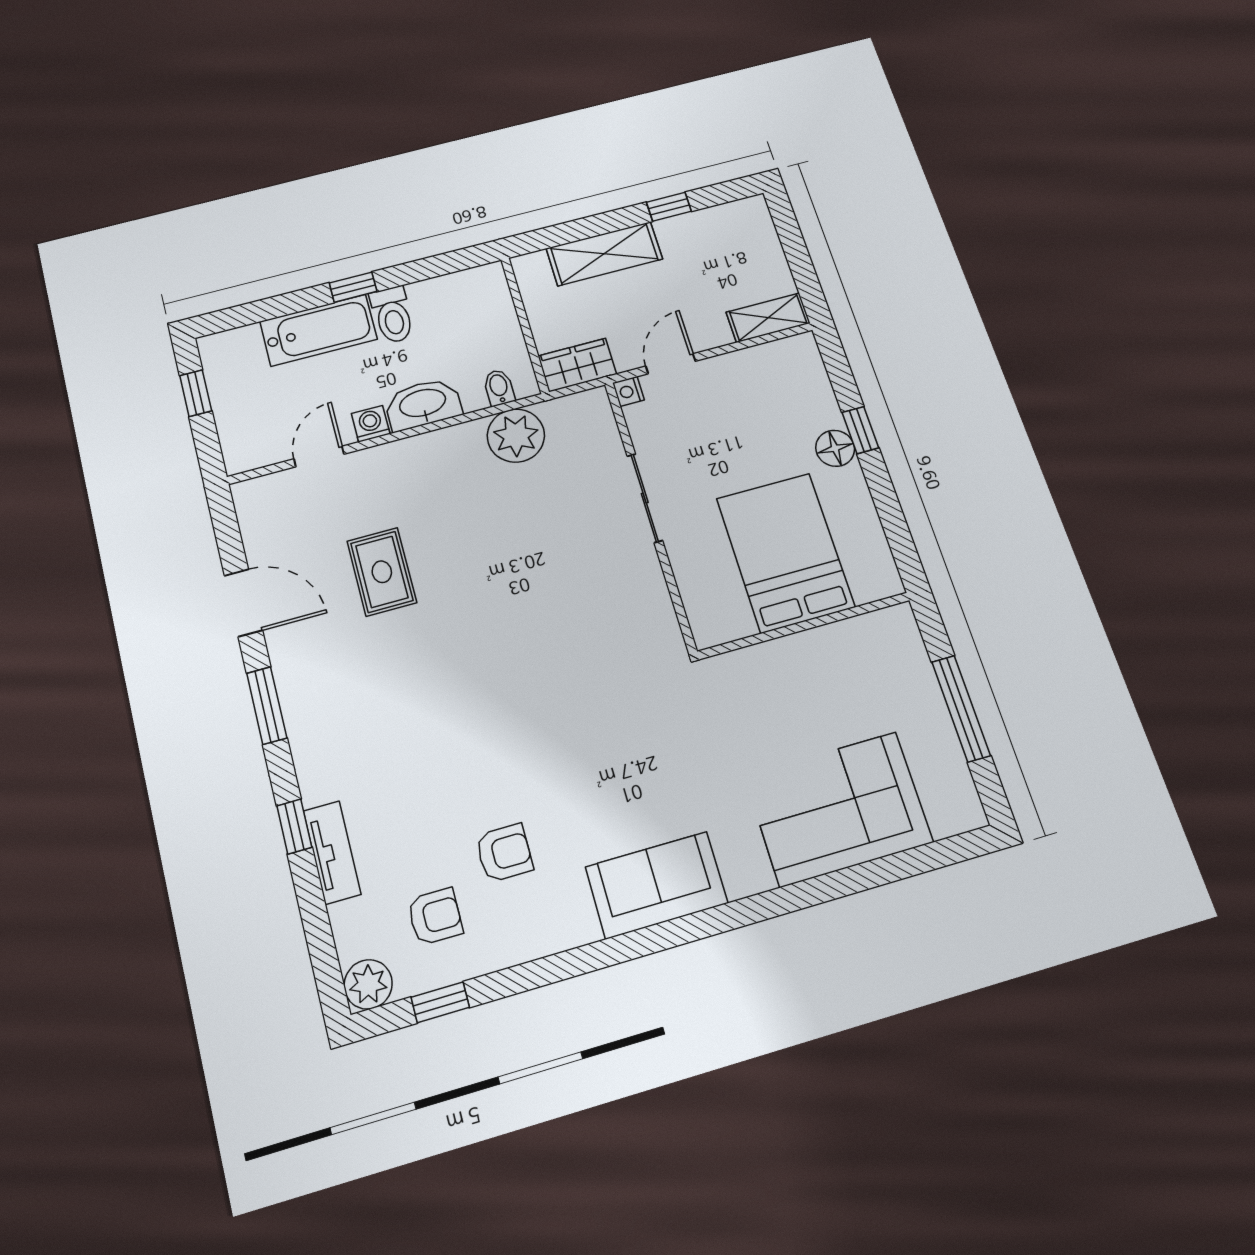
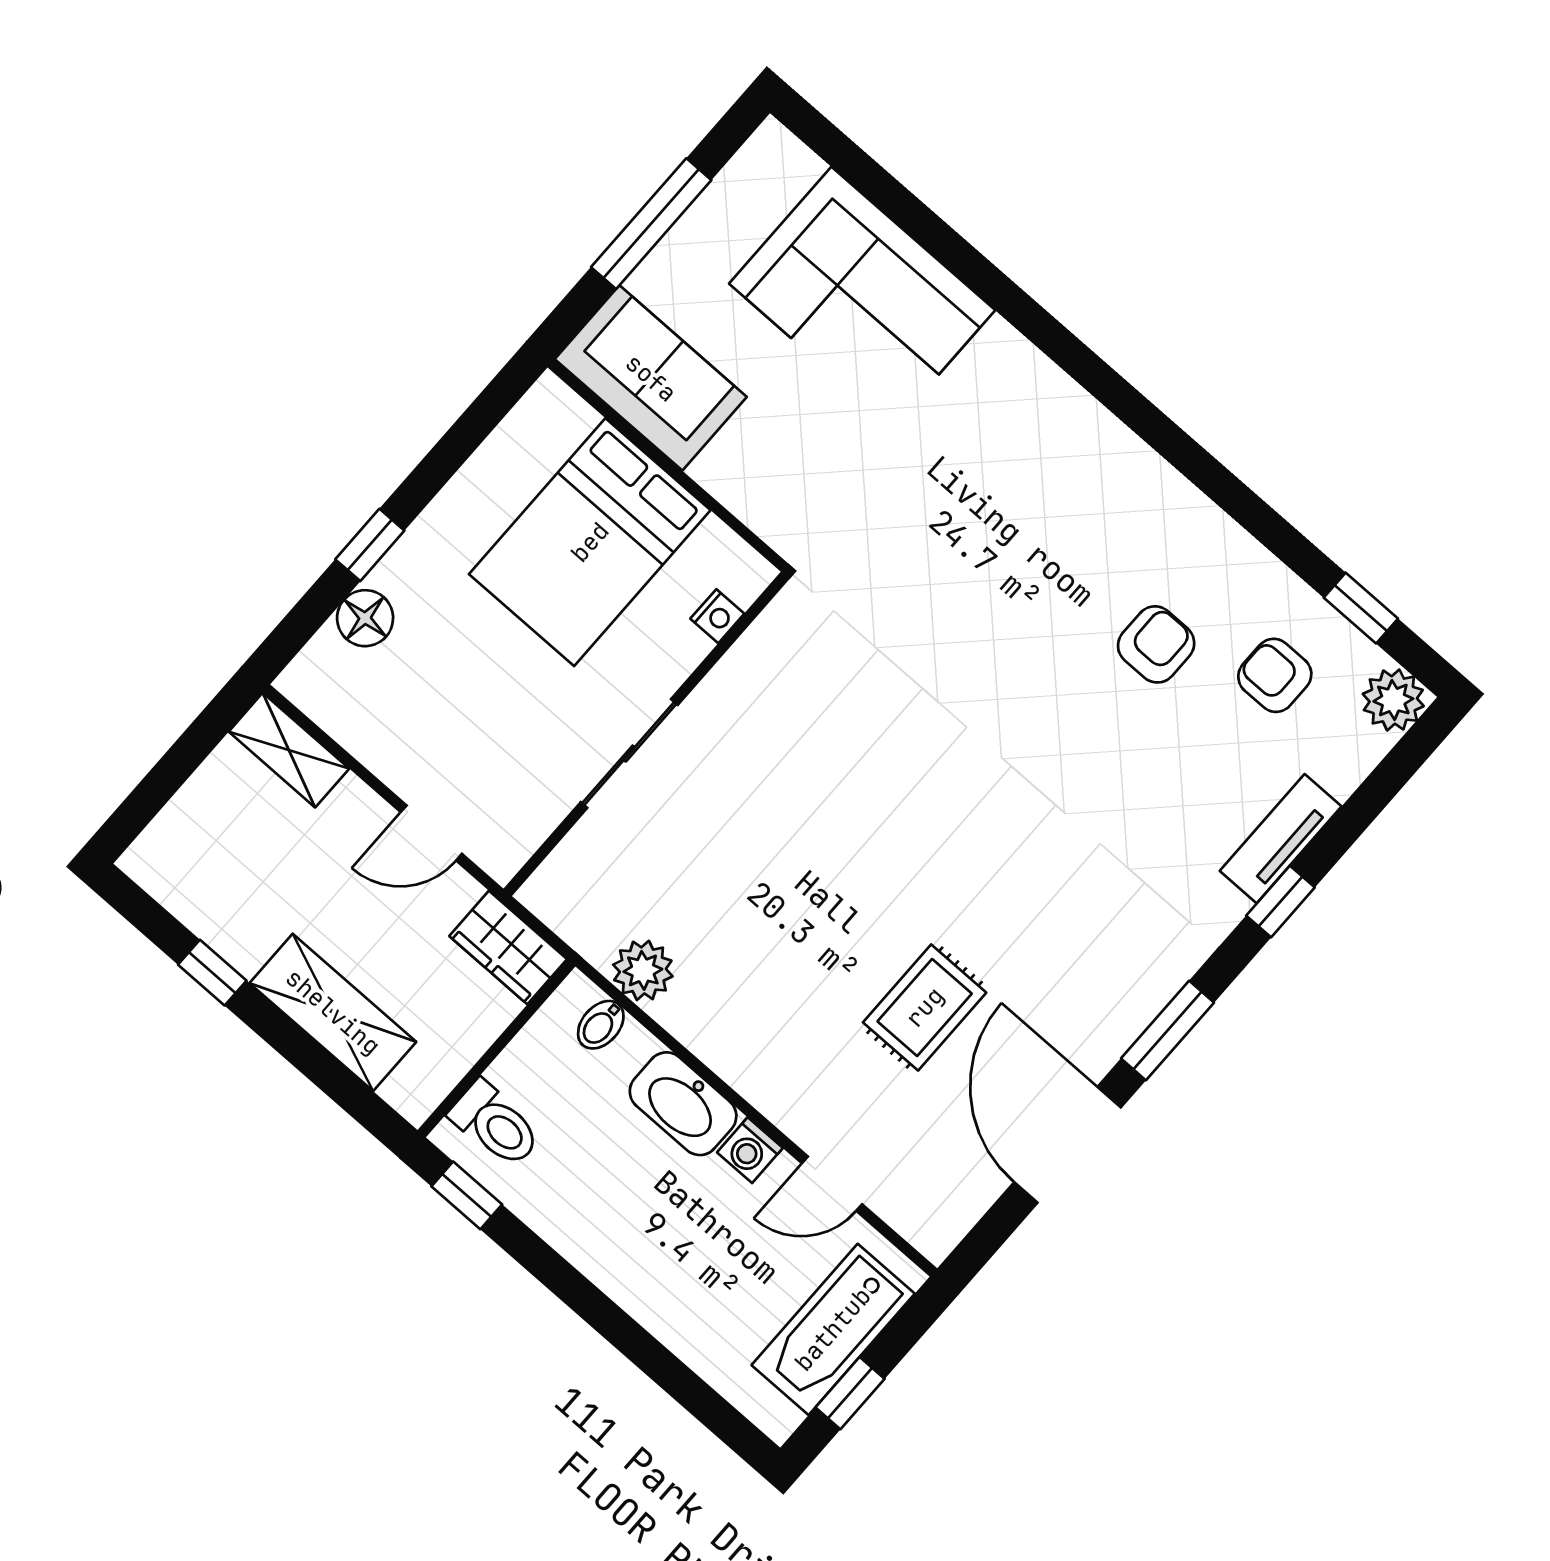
window: (353, 287) -> (467, 1195), moved
toilet: (392, 315) -> (495, 1124), moved, turned 90
bathtub: (318, 330) -> (833, 1329), moved, turned -90
nightstand: (628, 391) -> (717, 616), moved
plant: (516, 436) -> (643, 970), width x0.73, depth x0.73
floor lamp: (835, 448) -> (365, 618), moved
door: (243, 603) -> (1067, 1145), width x1.36
armchair: (504, 853) -> (1156, 644), turned 90
sofa: (656, 885) -> (651, 378), moved, turned 180

